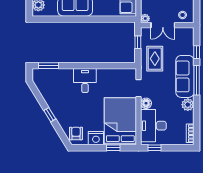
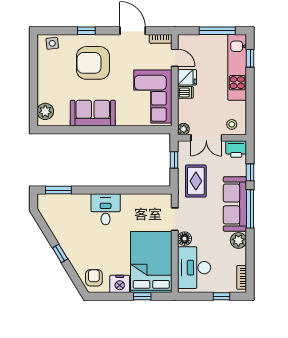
printer: (186, 34) -> (236, 149), added
window: (154, 148) -> (222, 296), moved

